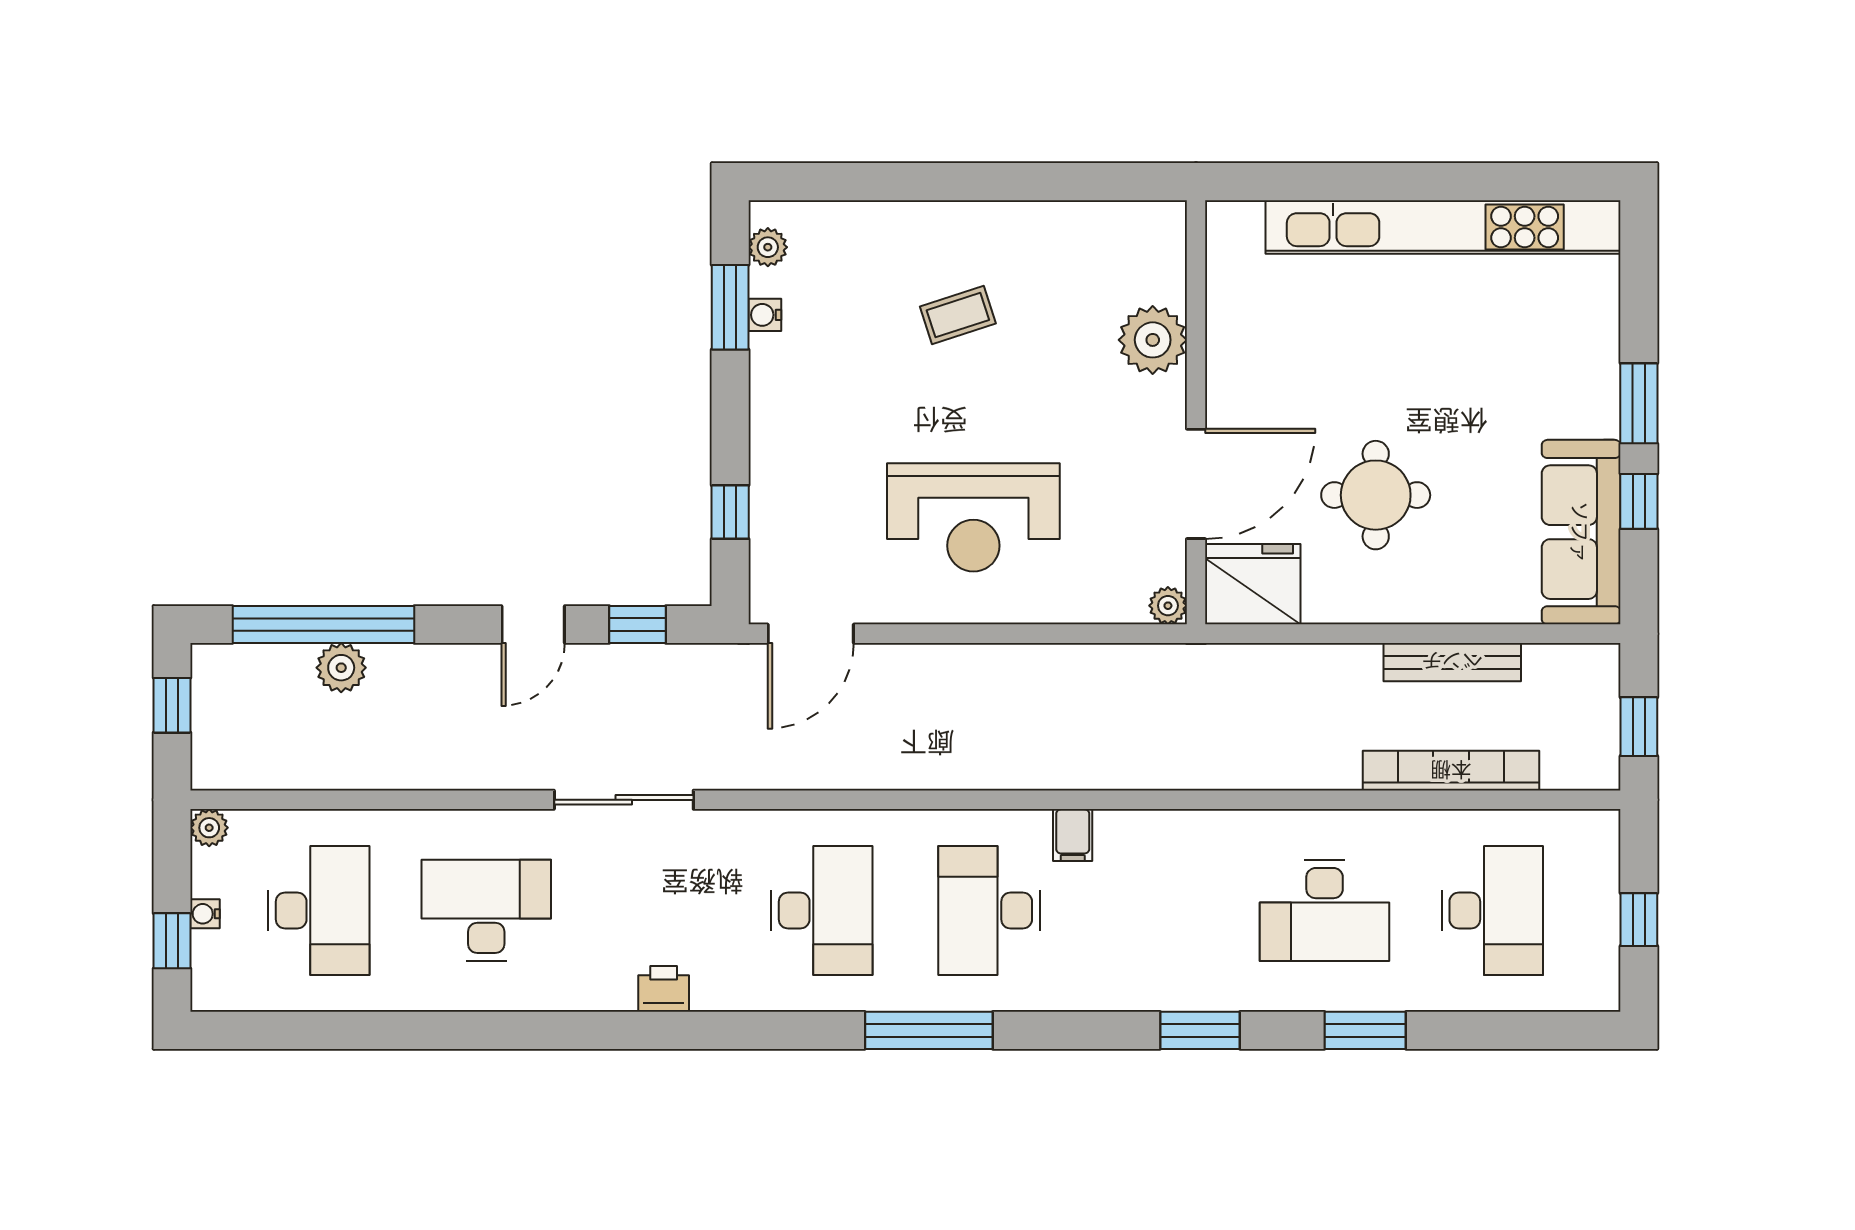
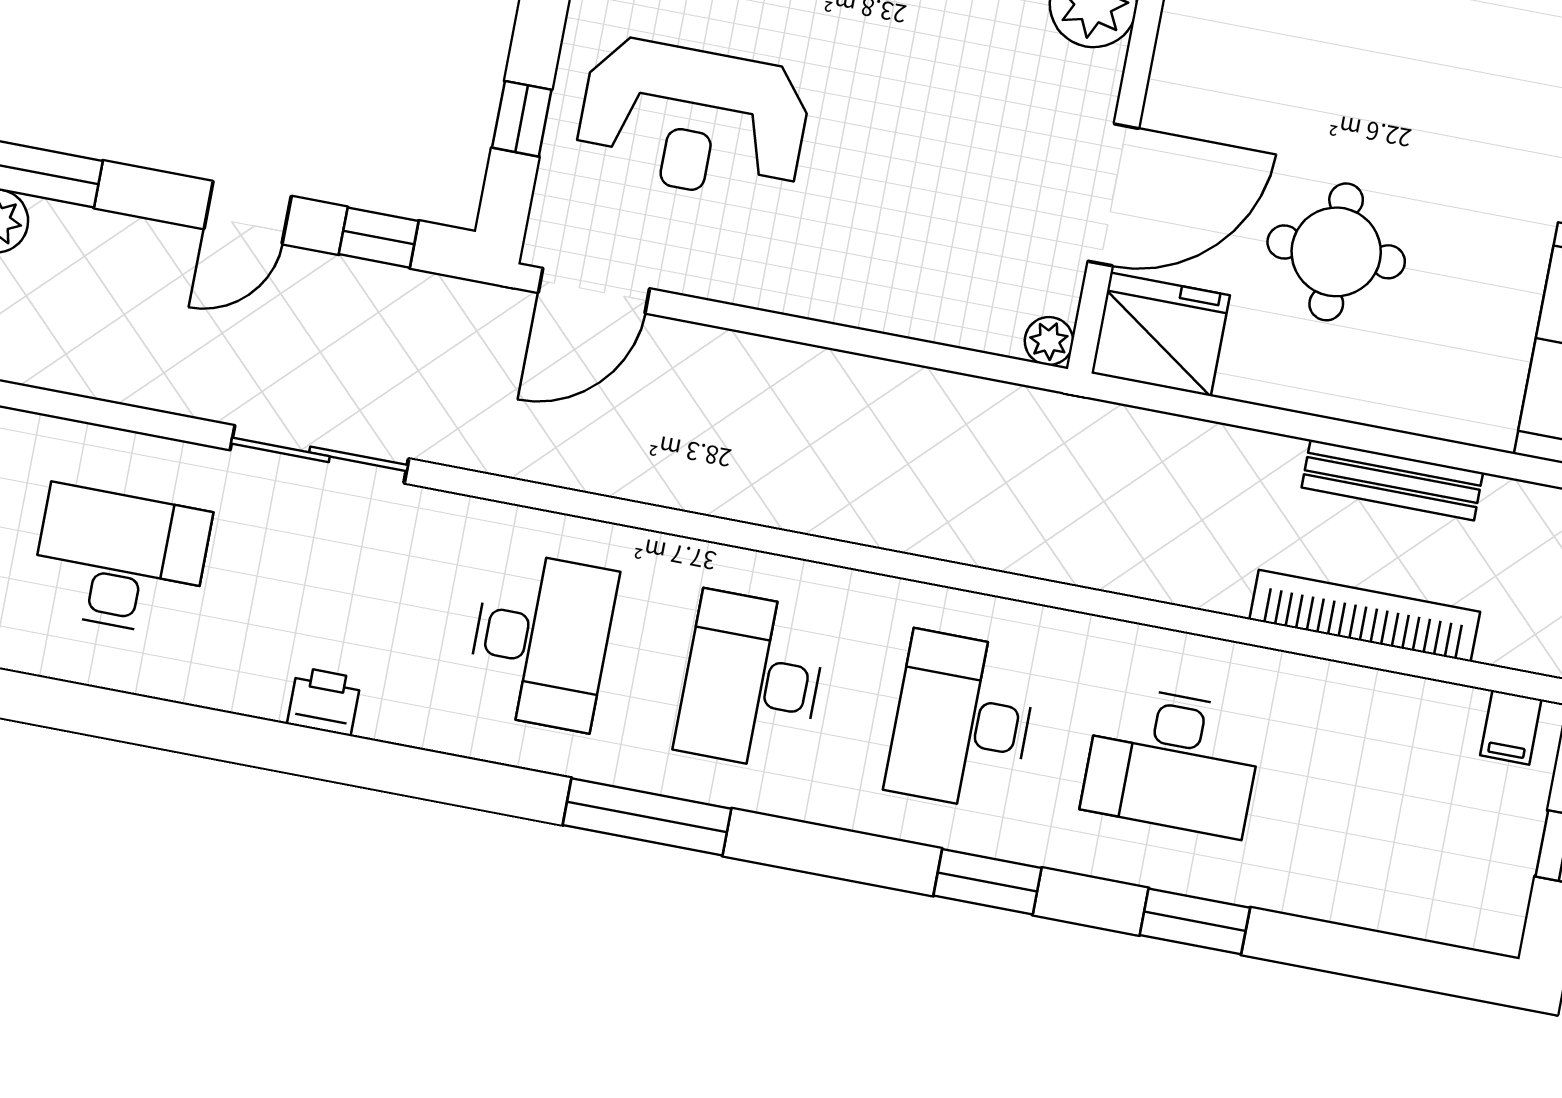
reception desk: (973, 517) -> (693, 120), moved
filing cabinet: (1073, 835) -> (1511, 727), moved
desk: (1492, 910) -> (962, 721), moved, turned 180

